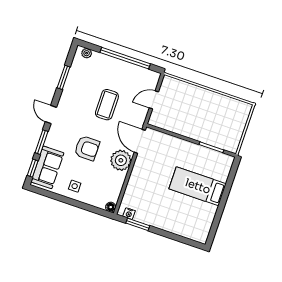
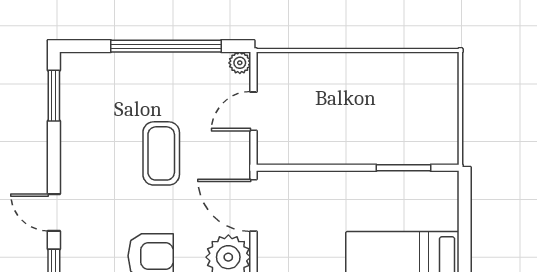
plant: (87, 53) -> (240, 63), moved
window: (64, 77) -> (54, 96), moved

